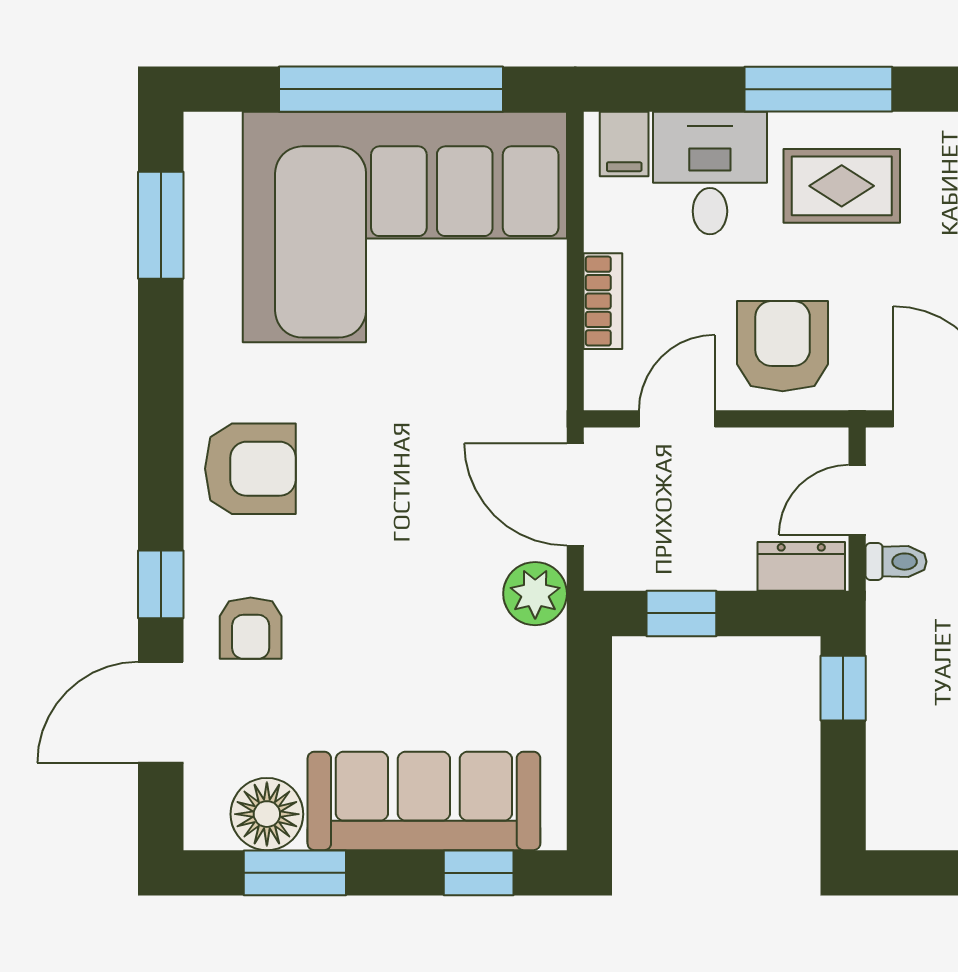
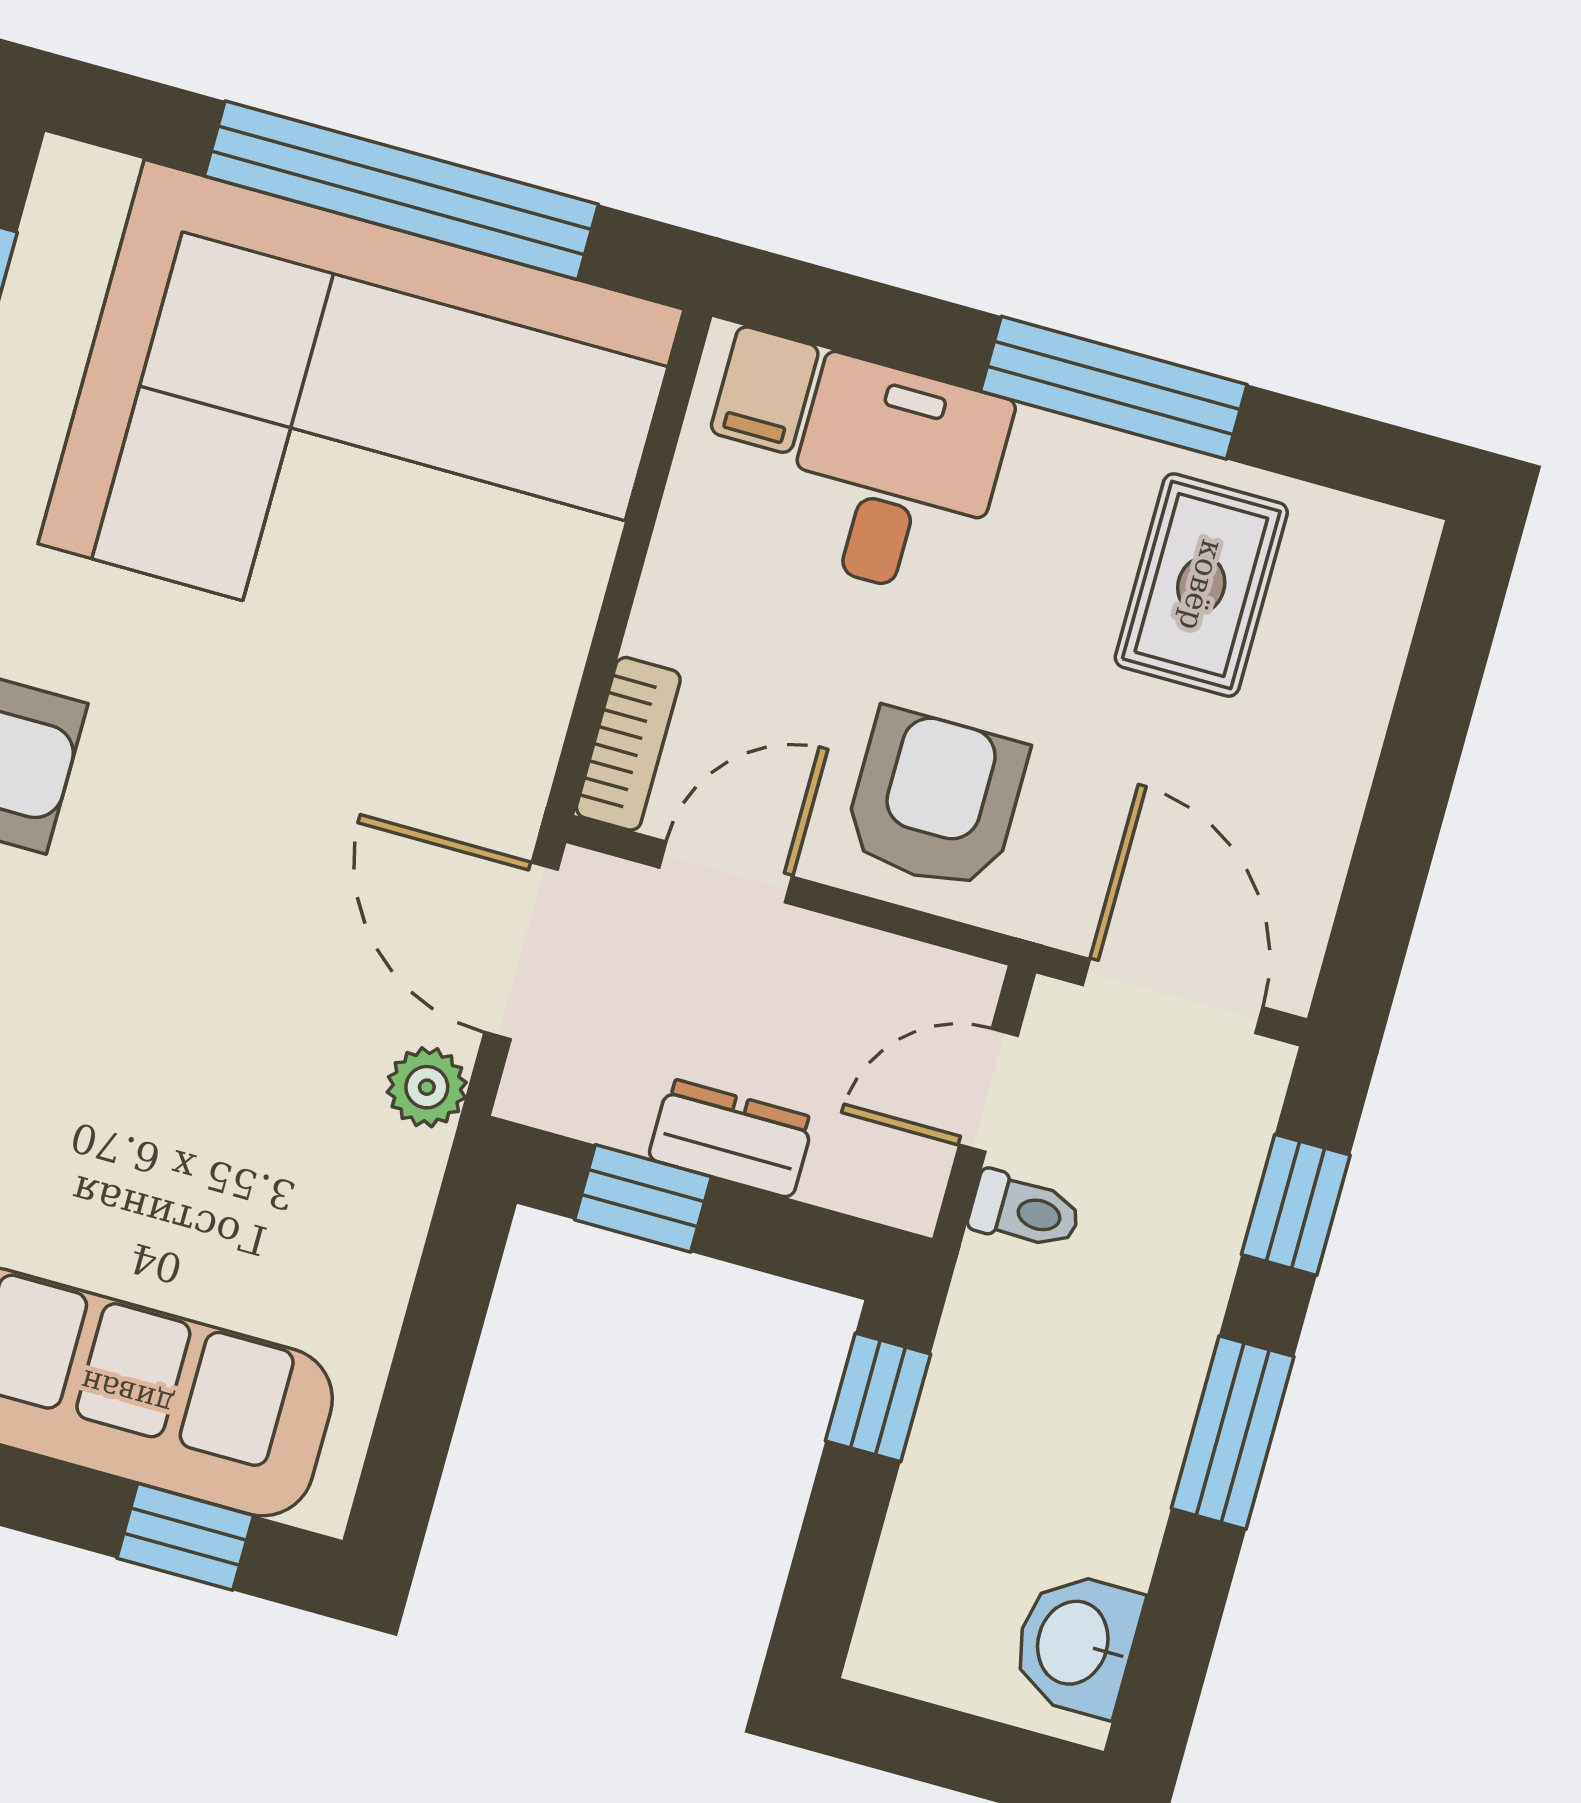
rug: (842, 186) -> (1201, 585), moved, turned 90
bookcase: (603, 301) -> (628, 744), moved
dresser: (801, 566) -> (731, 1138), moved
plant: (535, 594) -> (427, 1087), width x0.73, depth x0.73

